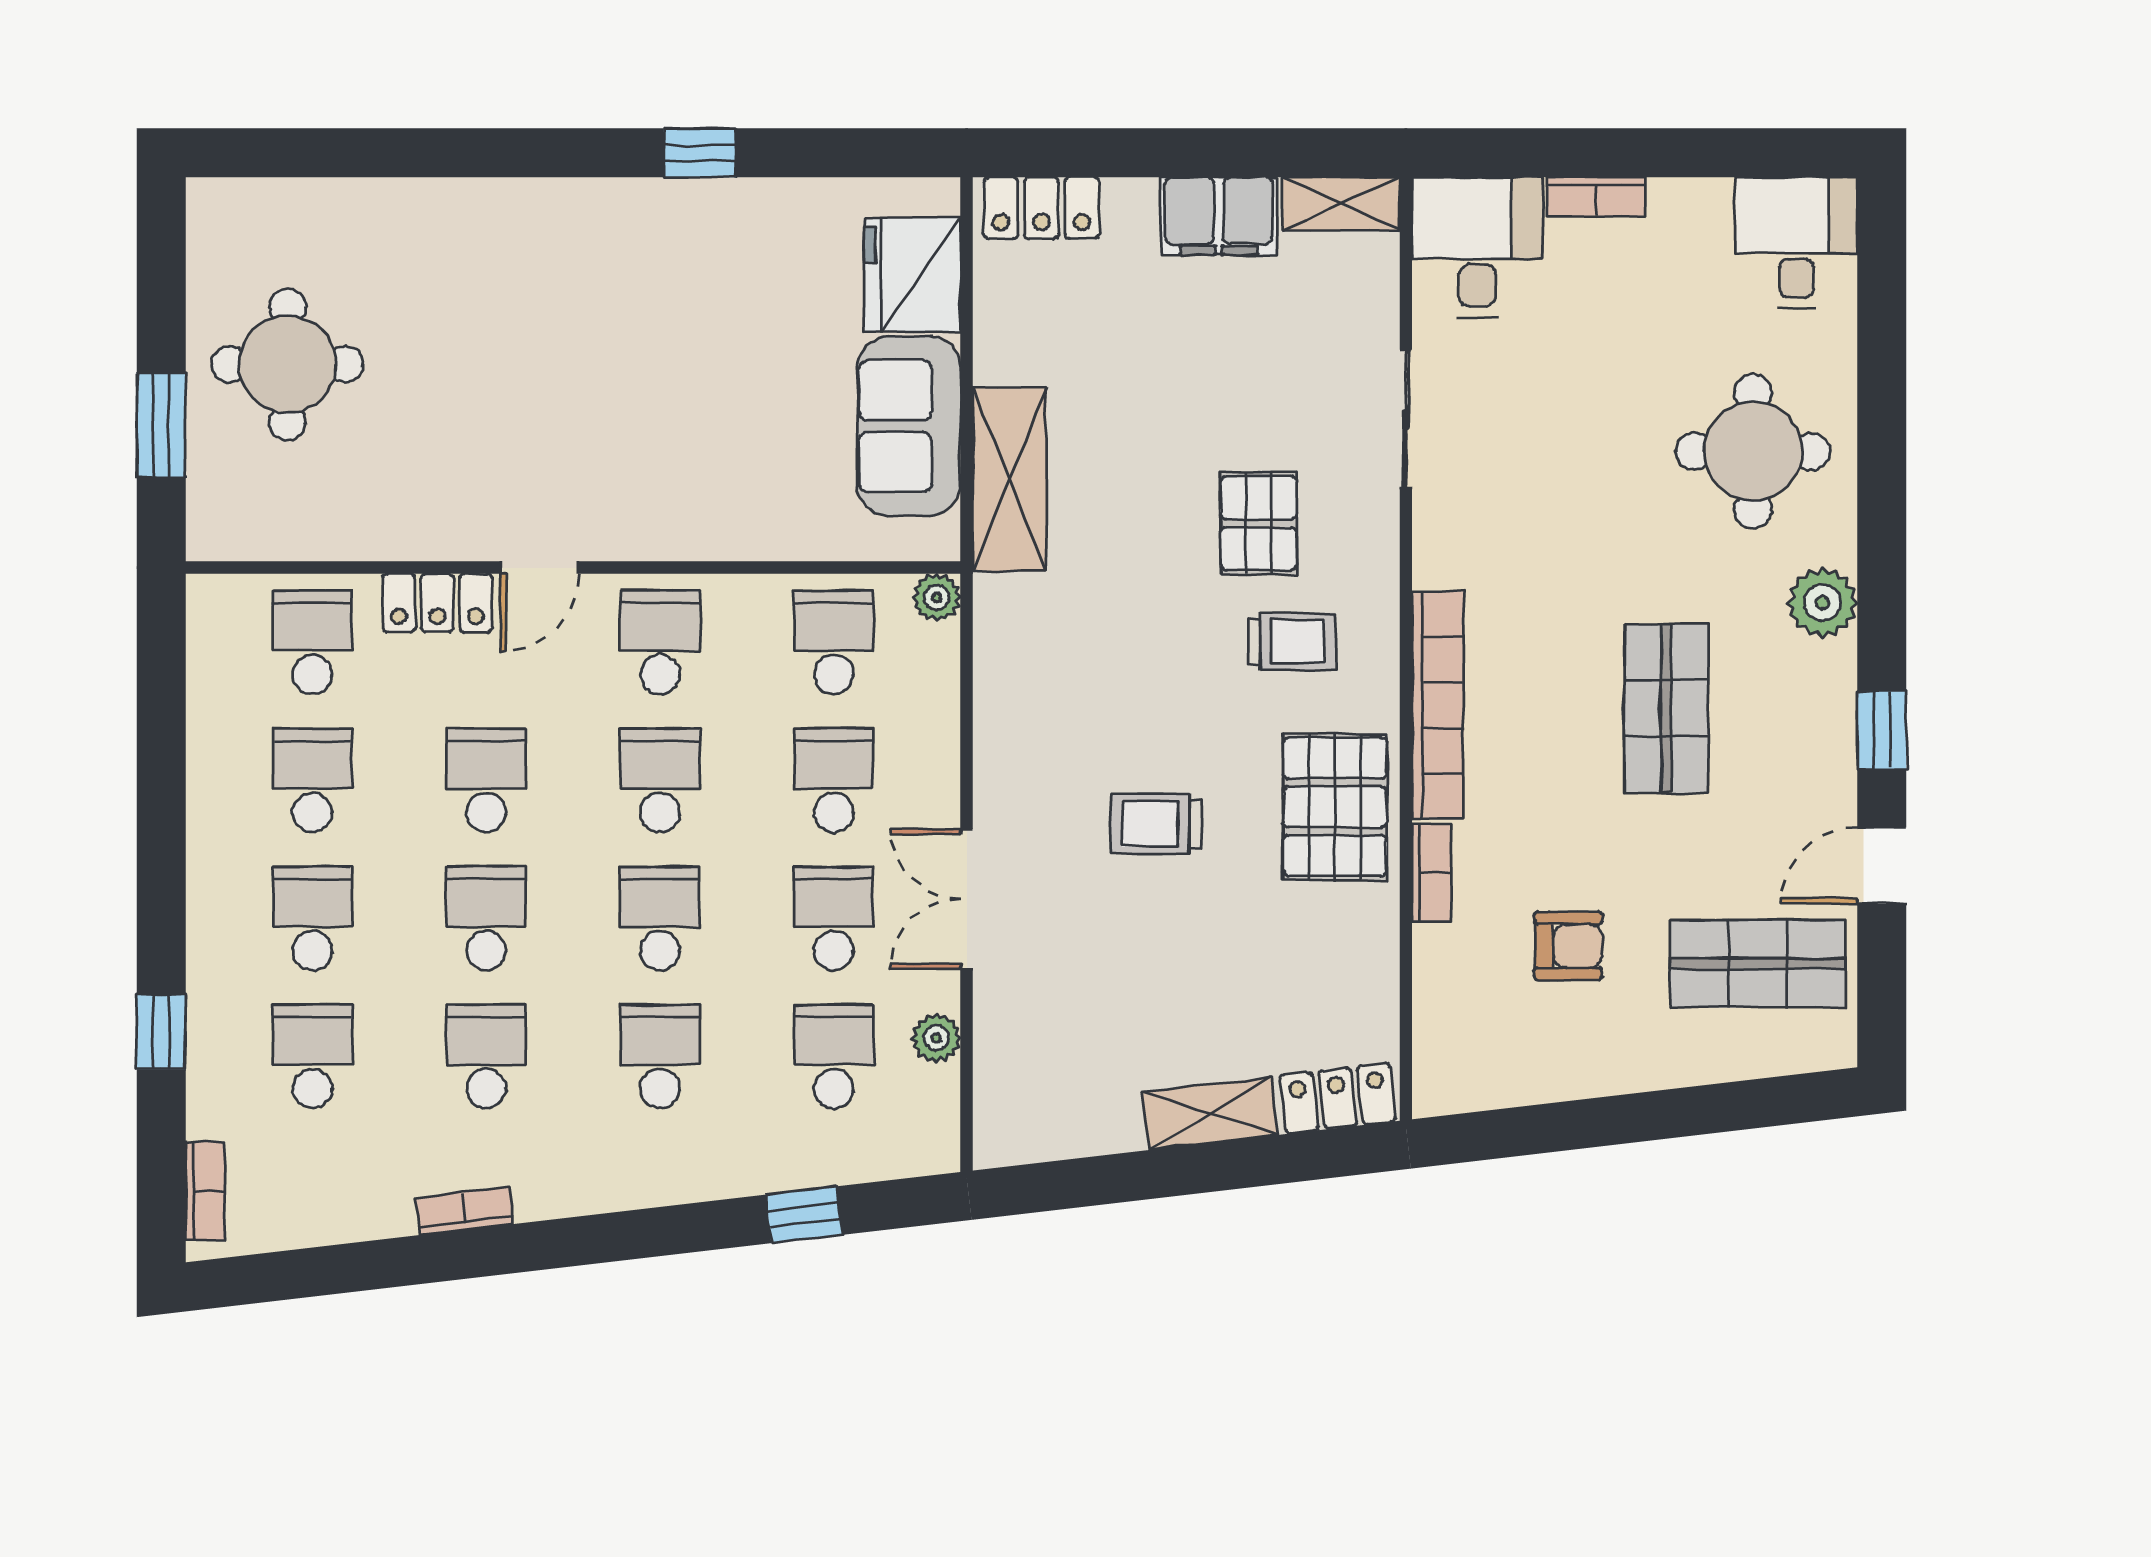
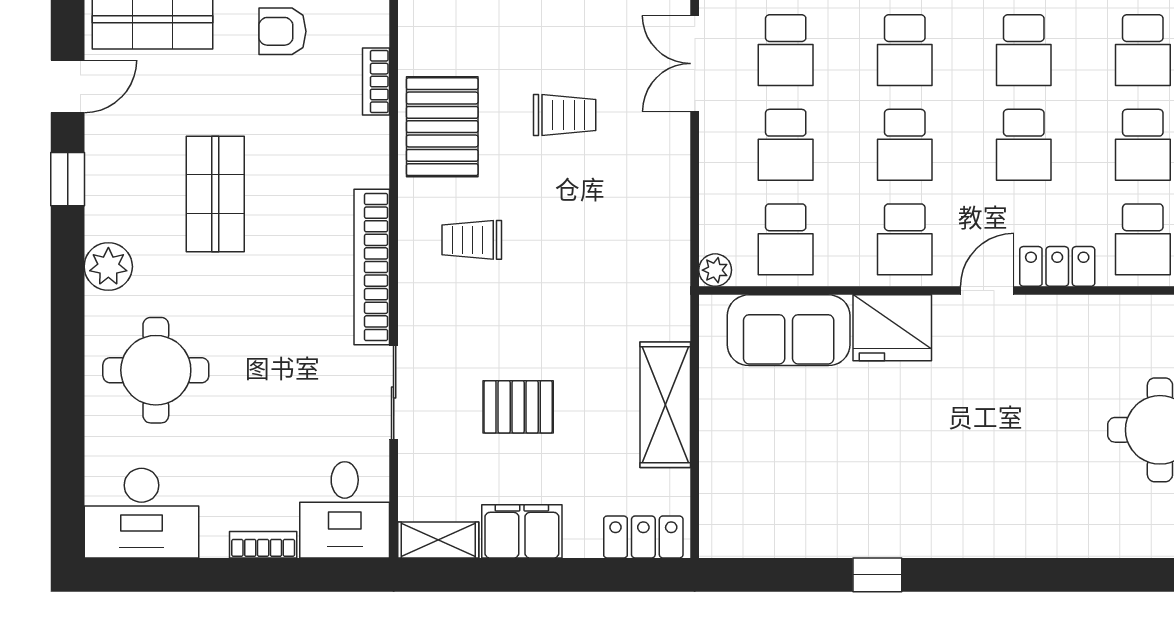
desk: (1797, 243) -> (142, 513), width x1.37
fridge: (912, 275) -> (892, 328), moved, turned 90
sofa: (909, 426) -> (789, 330), moved, turned 90
shelving: (1009, 479) -> (665, 405), moved
pallet: (1259, 523) -> (518, 407), moved, turned 90
bookcase: (1438, 705) -> (372, 267), moved
double door: (967, 899) -> (695, 64), swing flipped

